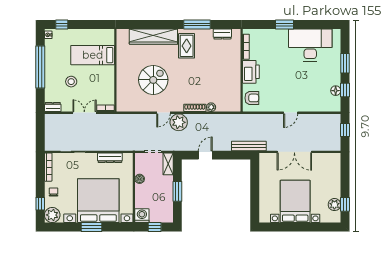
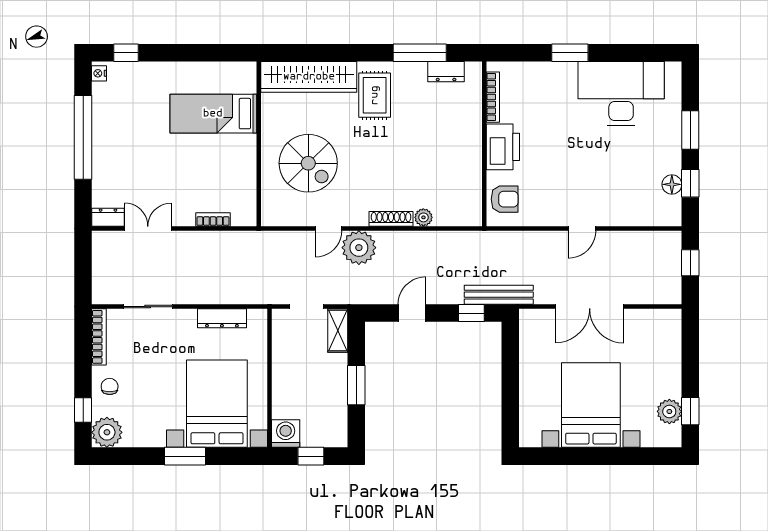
window: (197, 25) -> (420, 53), moved
bed: (93, 55) -> (213, 114), moved
wall: (115, 70) -> (259, 144), moved
spiral stairs: (153, 80) -> (308, 163), turned 90
stool: (71, 82) -> (145, 166), removed
double door: (84, 113) -> (148, 228), moved
window: (235, 155) -> (471, 313), added
boiler: (140, 179) -> (281, 360), removed
bed with nightstands: (98, 201) -> (217, 404), width x0.73

